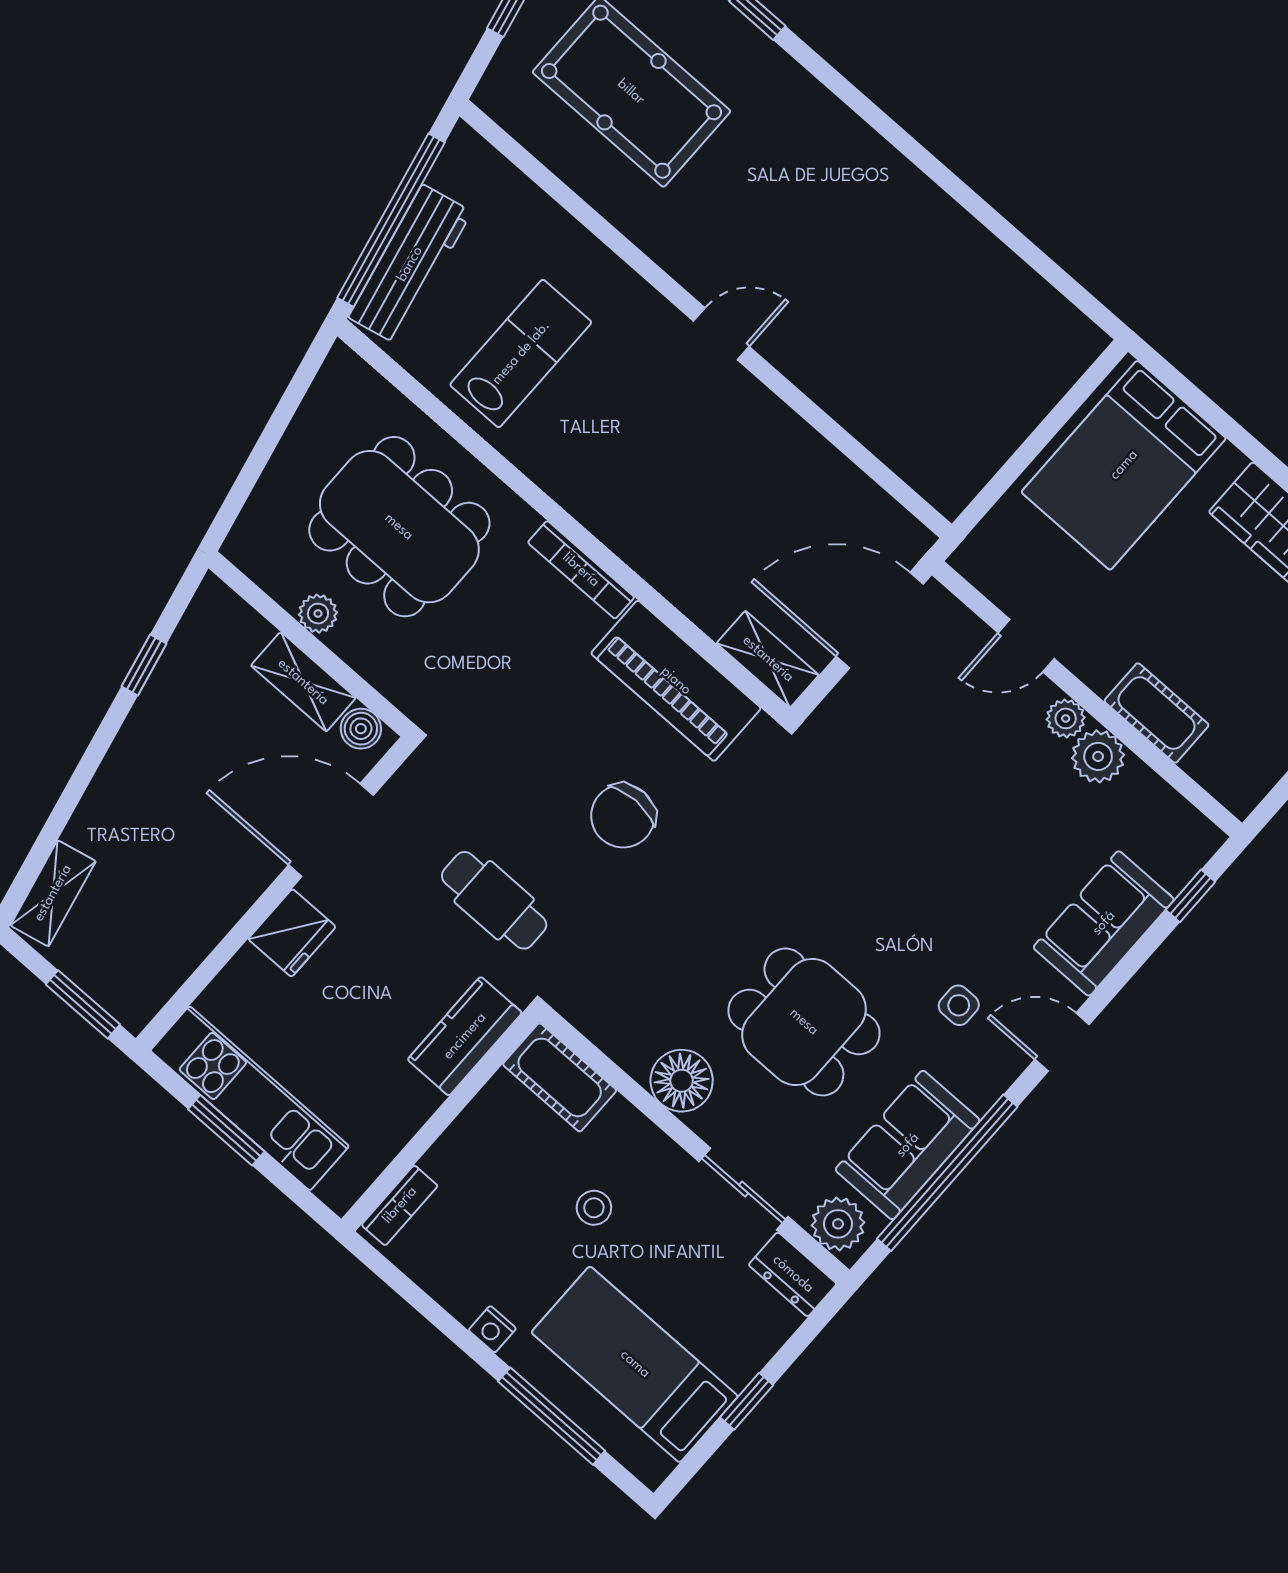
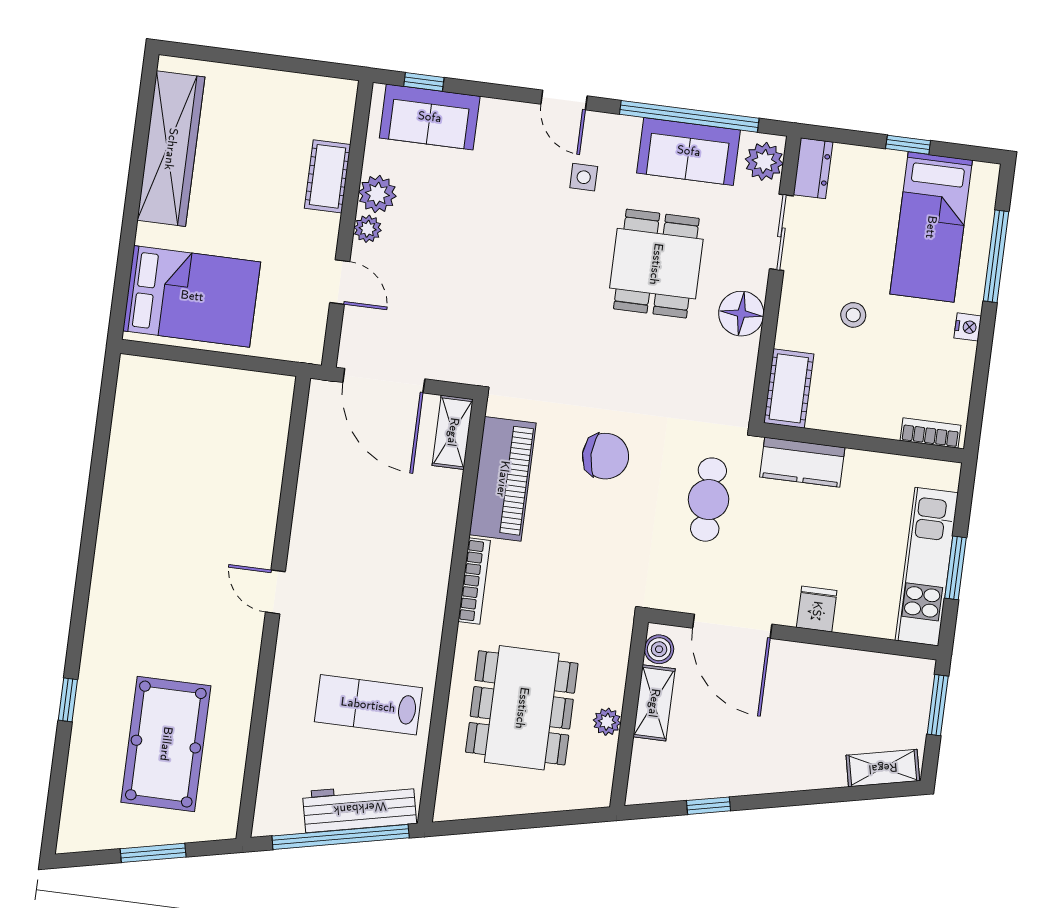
sofa: (1104, 923) -> (430, 117), moved
fridge: (292, 933) -> (817, 609), width x0.72

